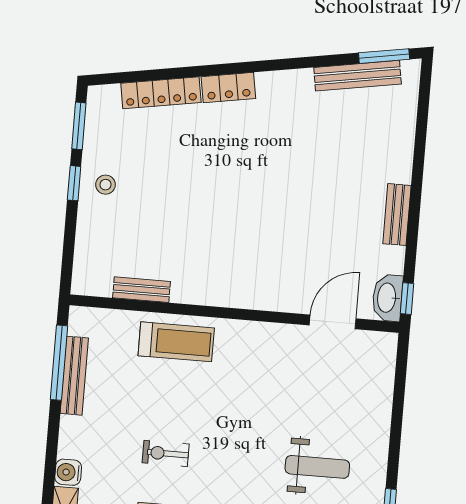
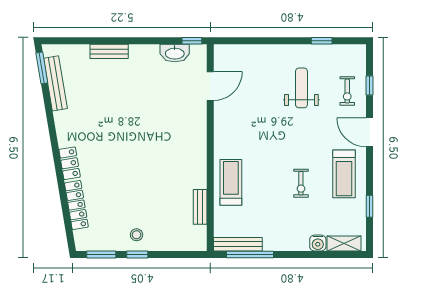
bench: (397, 215) -> (109, 51), moved
washbasin: (387, 298) -> (175, 53), moved
door: (333, 322) -> (210, 86), swing flipped
bench: (74, 376) -> (238, 244), moved

